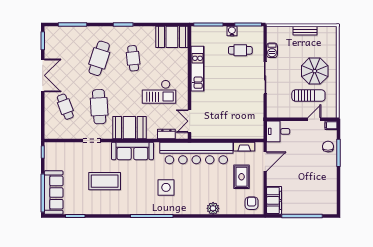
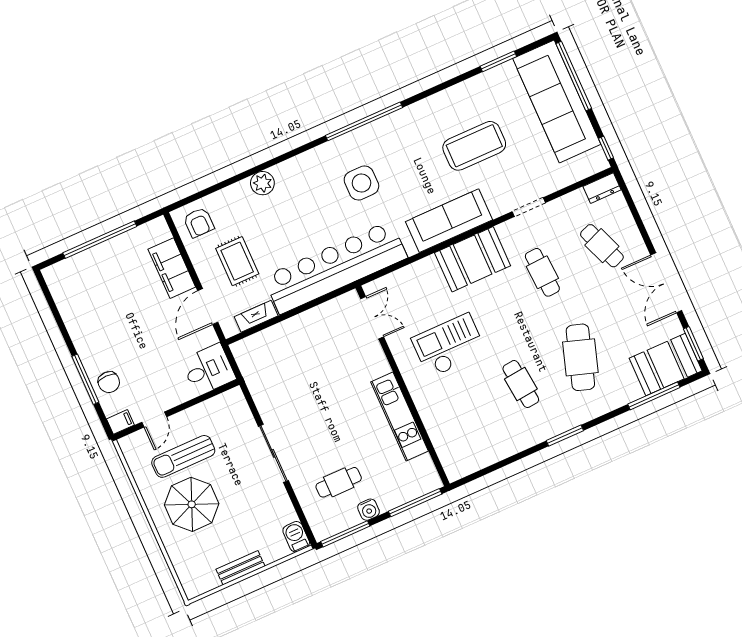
booth: (172, 37) -> (666, 365), moved
barbecue: (272, 50) -> (296, 537), moved
cafe table: (99, 107) -> (542, 272), width x0.73, depth x0.74
dresser: (166, 134) -> (602, 188), moved
sofa: (54, 193) -> (557, 101), width x1.36, depth x1.27
filing cabinet: (274, 200) -> (172, 268), moved

